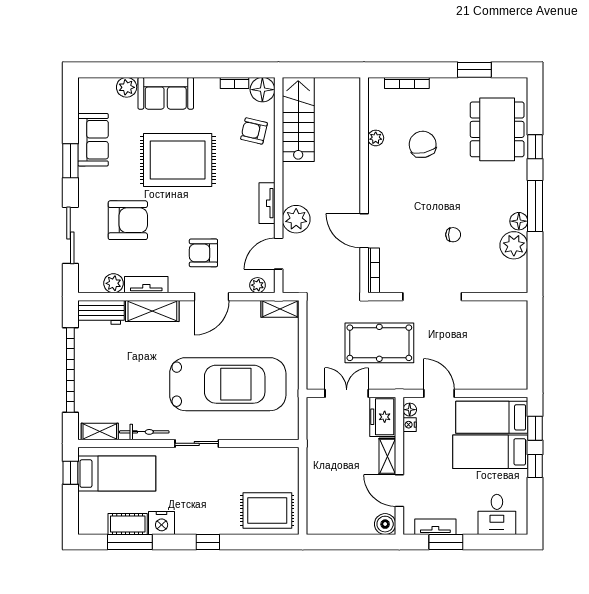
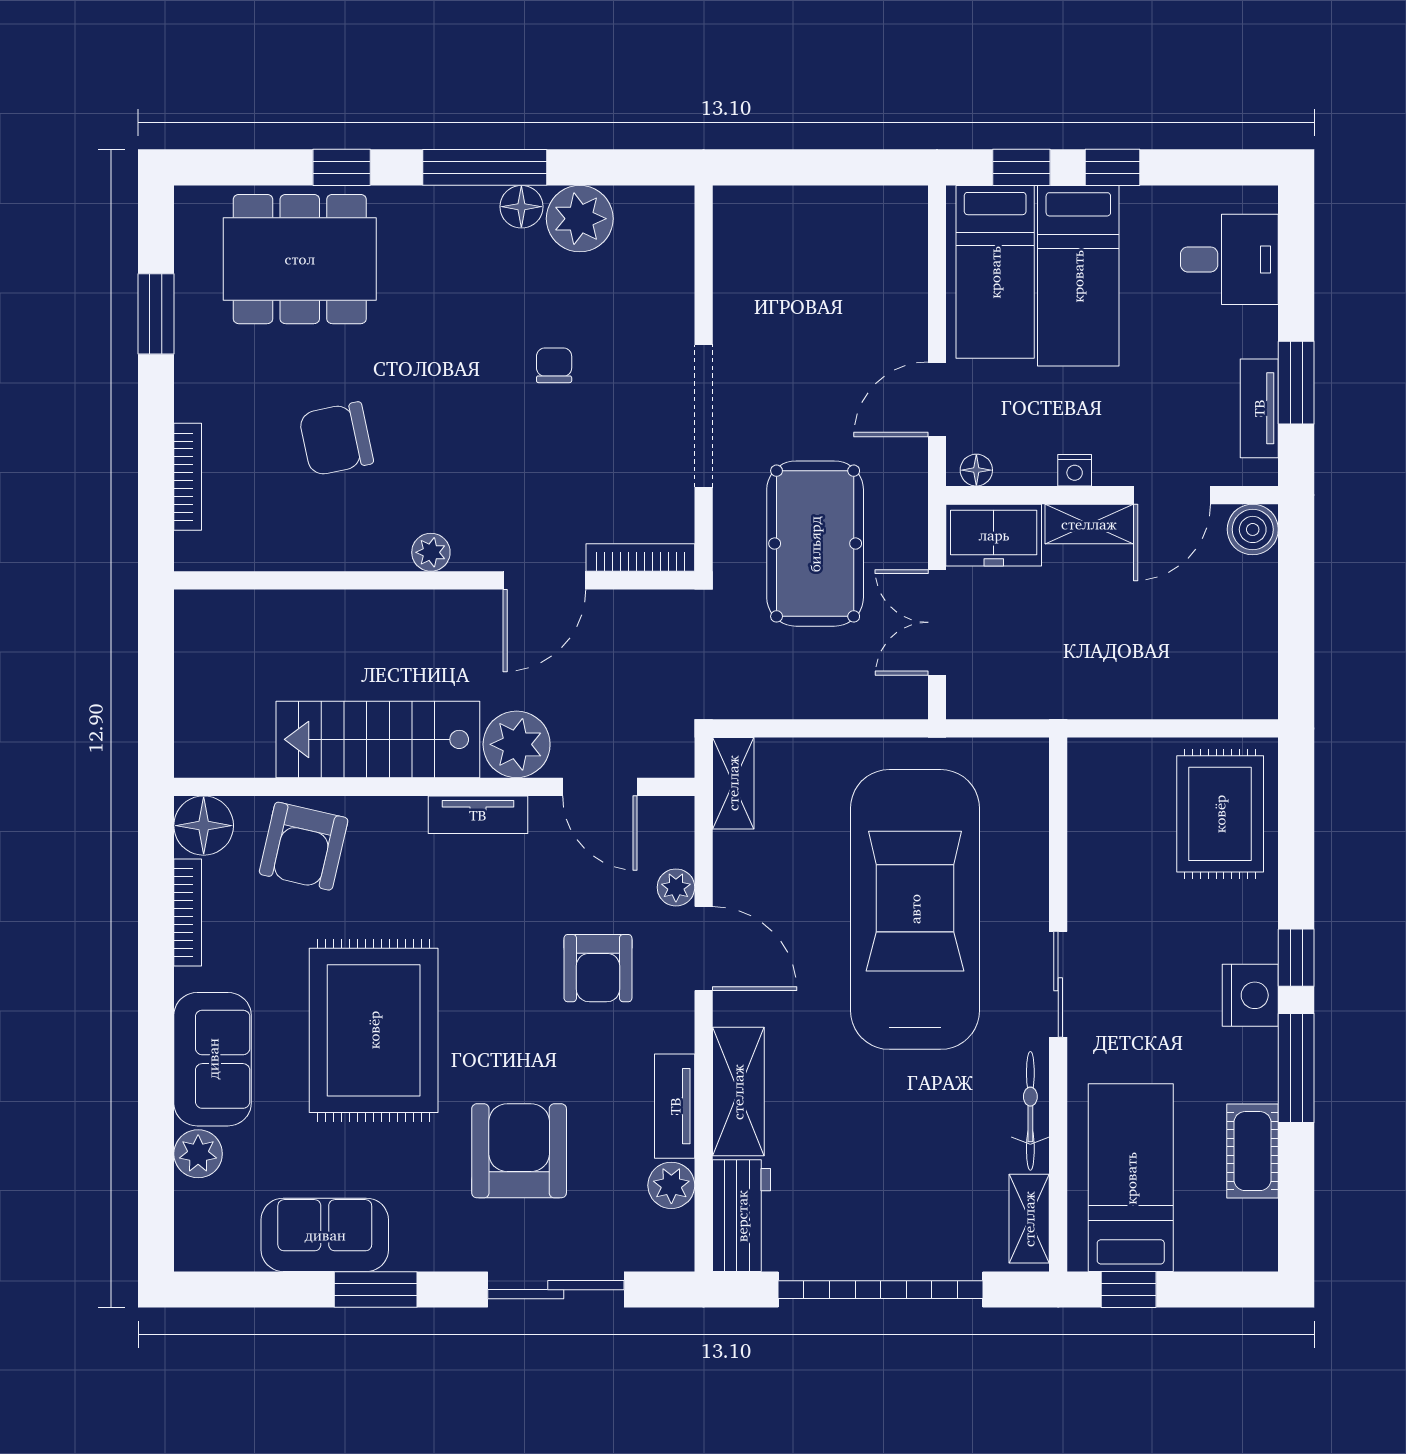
bookcase: (234, 83) -> (188, 913), width x1.56
stairs: (298, 119) -> (378, 739), moved
armchair: (254, 131) -> (304, 846), width x1.38, depth x1.38
plant: (376, 138) -> (431, 552), moved
plant: (258, 285) -> (676, 887), moved
nightstand: (410, 425) -> (1075, 470), moved
nightstand: (162, 523) -> (1250, 995), moved
window: (130, 542) -> (1296, 1068), moved

